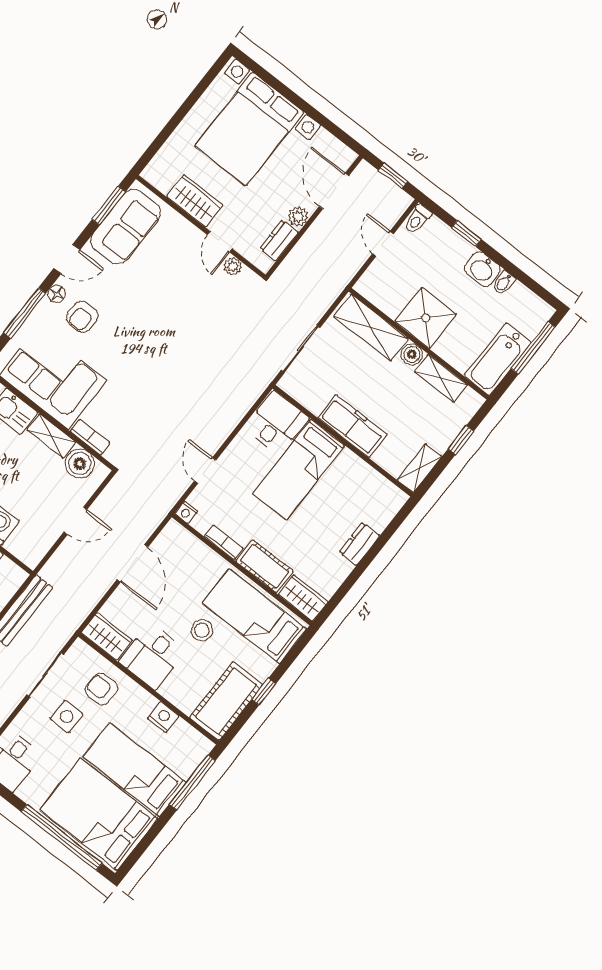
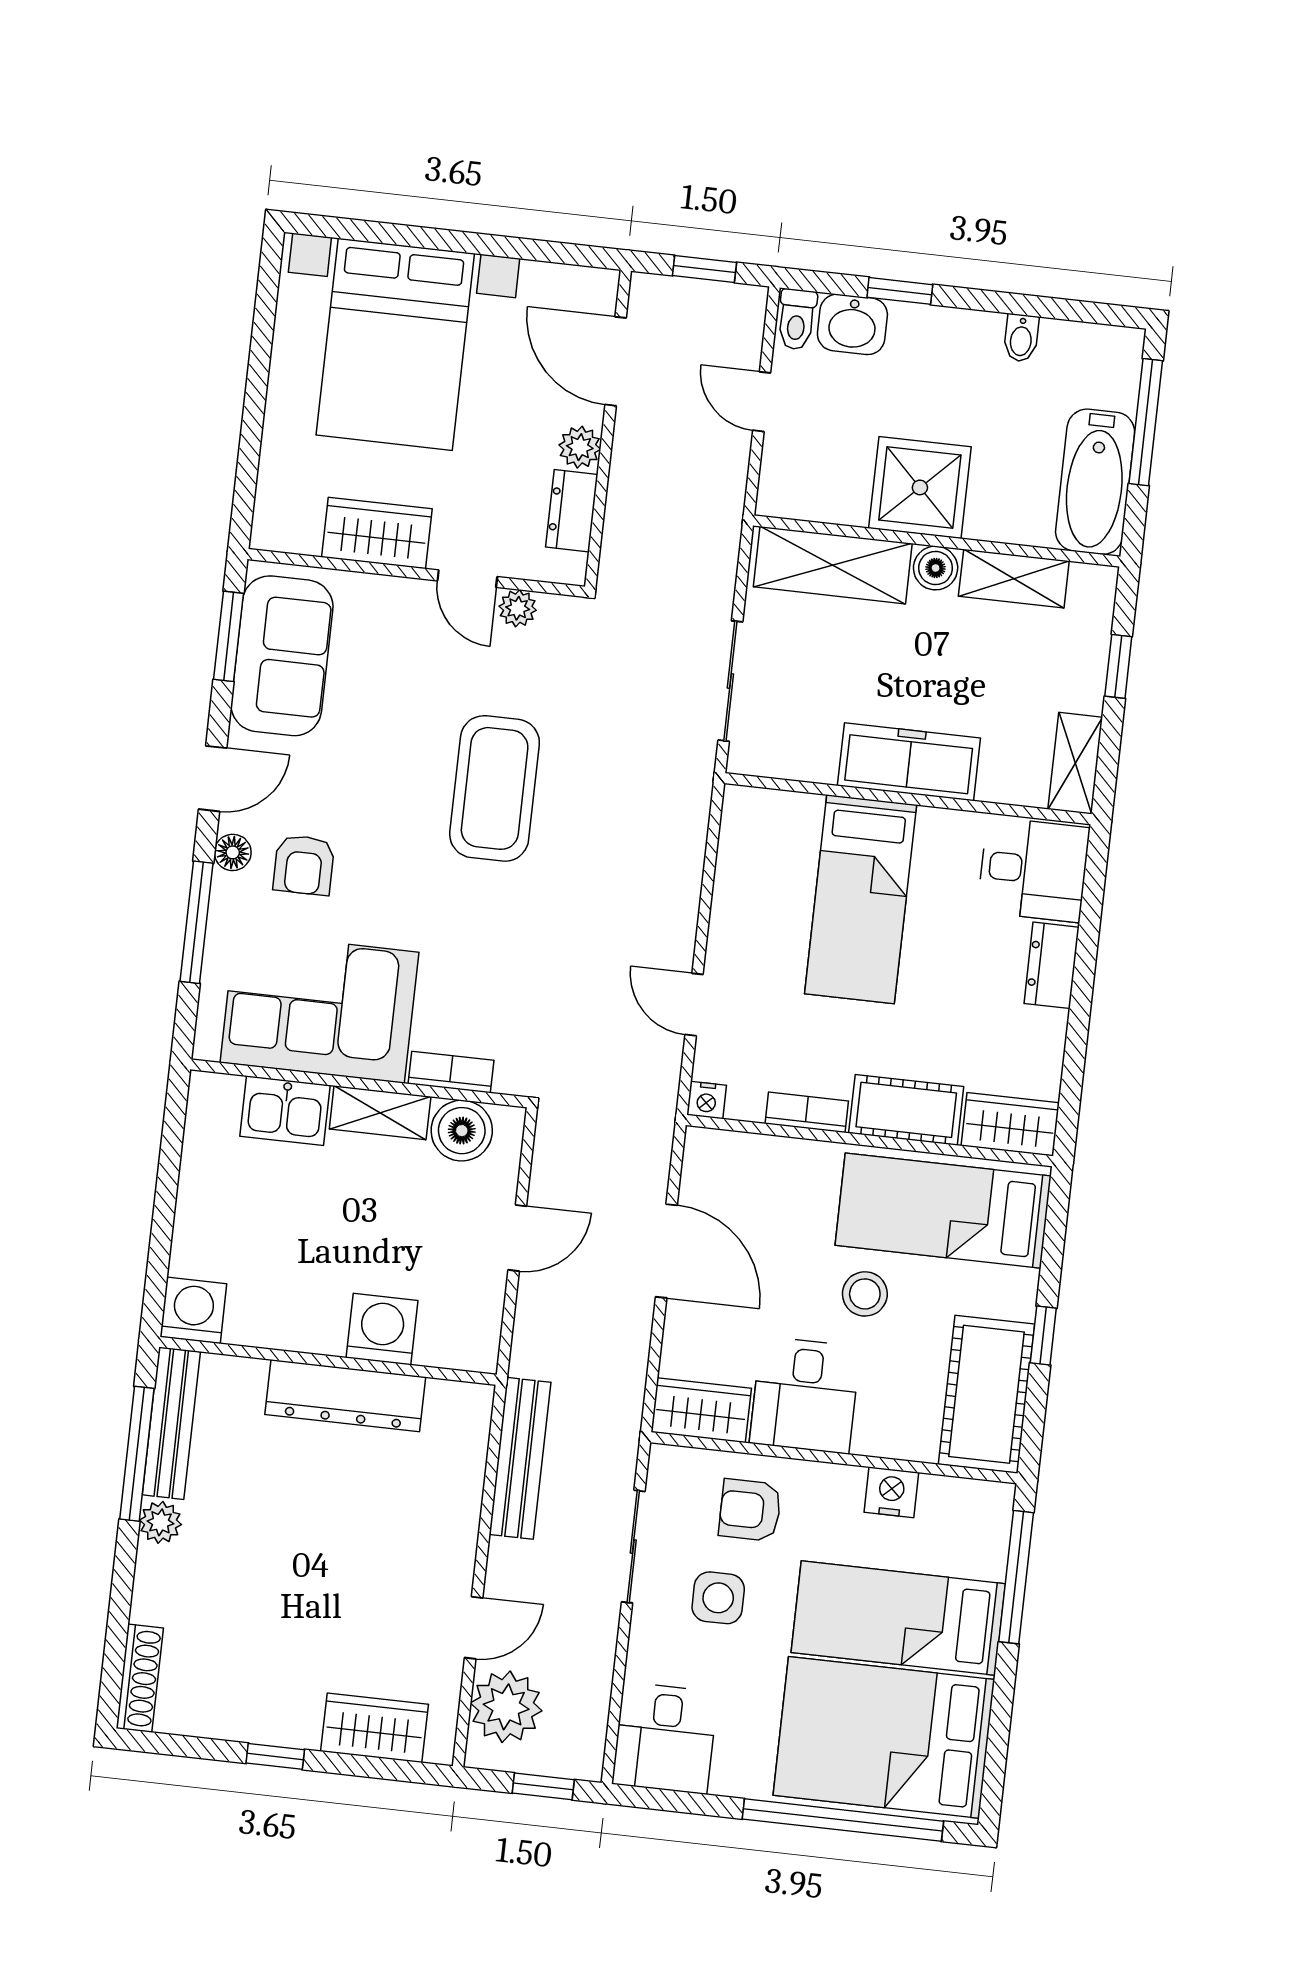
washbasin: (482, 269) -> (852, 324), moved
coffee table: (178, 333) -> (495, 788), added
desk: (277, 423) -> (1033, 870), moved, turned 90

